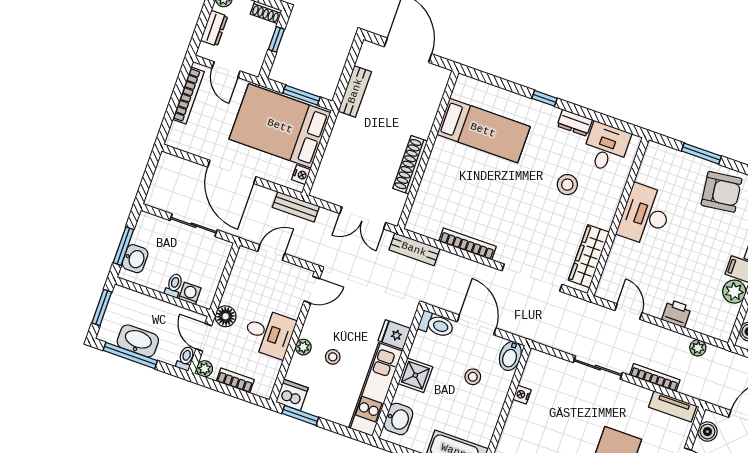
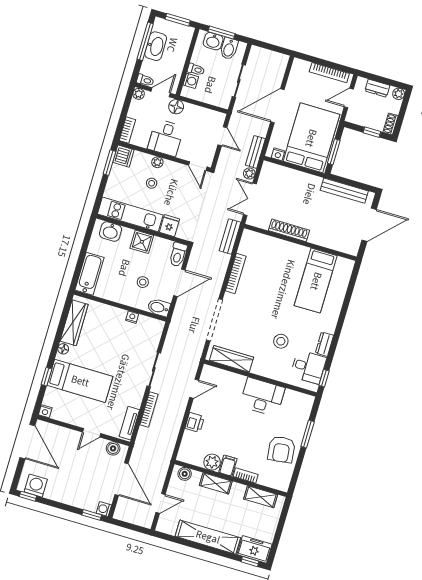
bench: (355, 91) -> (344, 191), width x1.36
window: (545, 98) -> (324, 378), moved
bidet: (147, 237) -> (229, 49), added
plant: (698, 348) -> (249, 174), moved
bookcase: (235, 380) -> (127, 130), moved

